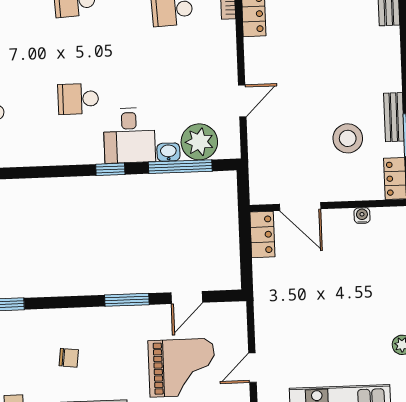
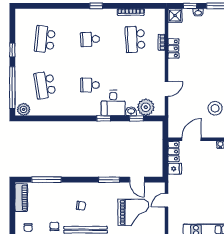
window: (180, 167) -> (136, 118), width x0.46
door: (300, 207) -> (192, 139), swing flipped
fridge: (266, 271) -> (175, 169), added
door: (187, 298) -> (137, 180), hinge flipped
door: (252, 368) -> (166, 200), moved

